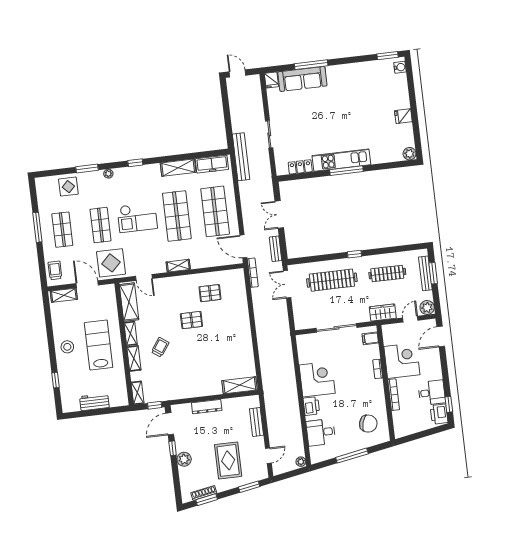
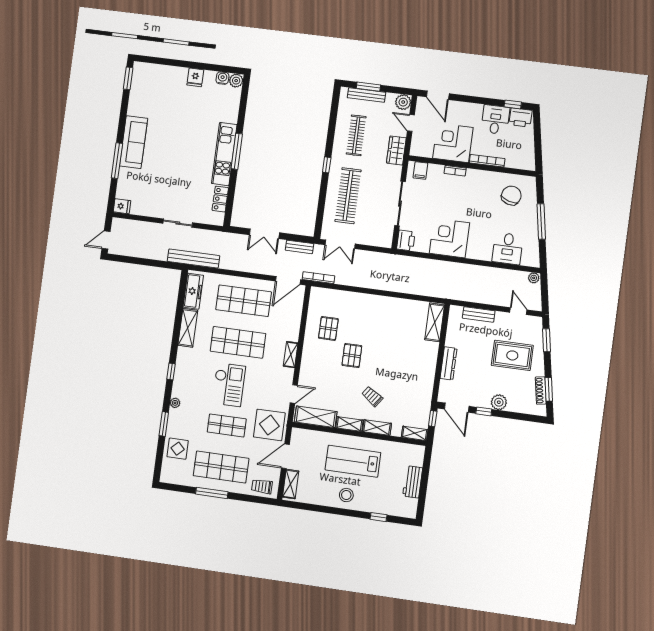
water cooler: (400, 67) -> (222, 78), moved
sofa: (302, 79) -> (134, 142), moved
shop shelf: (62, 230) -> (221, 467), width x1.43, depth x1.36
printer: (311, 406) -> (406, 240), moved, turned 90

